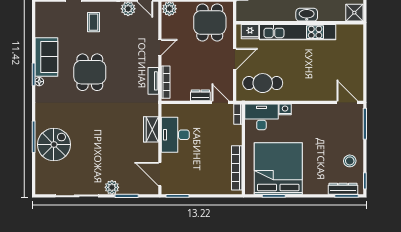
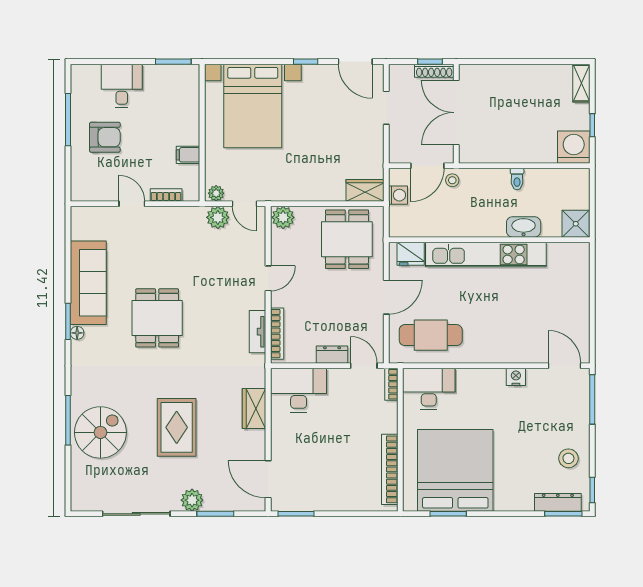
washbasin: (307, 15) -> (524, 227), moved
coffee table: (94, 22) -> (163, 239), removed
sofa: (46, 57) -> (88, 283), width x1.36
nightstand: (285, 109) -> (516, 377), moved
desk: (175, 135) -> (299, 390), moved, turned 90
rug: (102, 141) -> (177, 427), added

